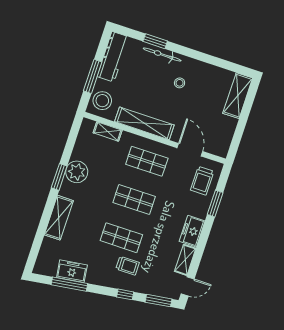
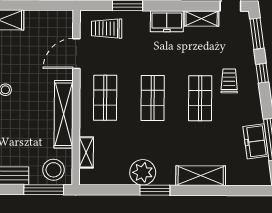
window: (93, 76) -> (44, 190), moved
trolley: (202, 181) -> (107, 28), turned 180

